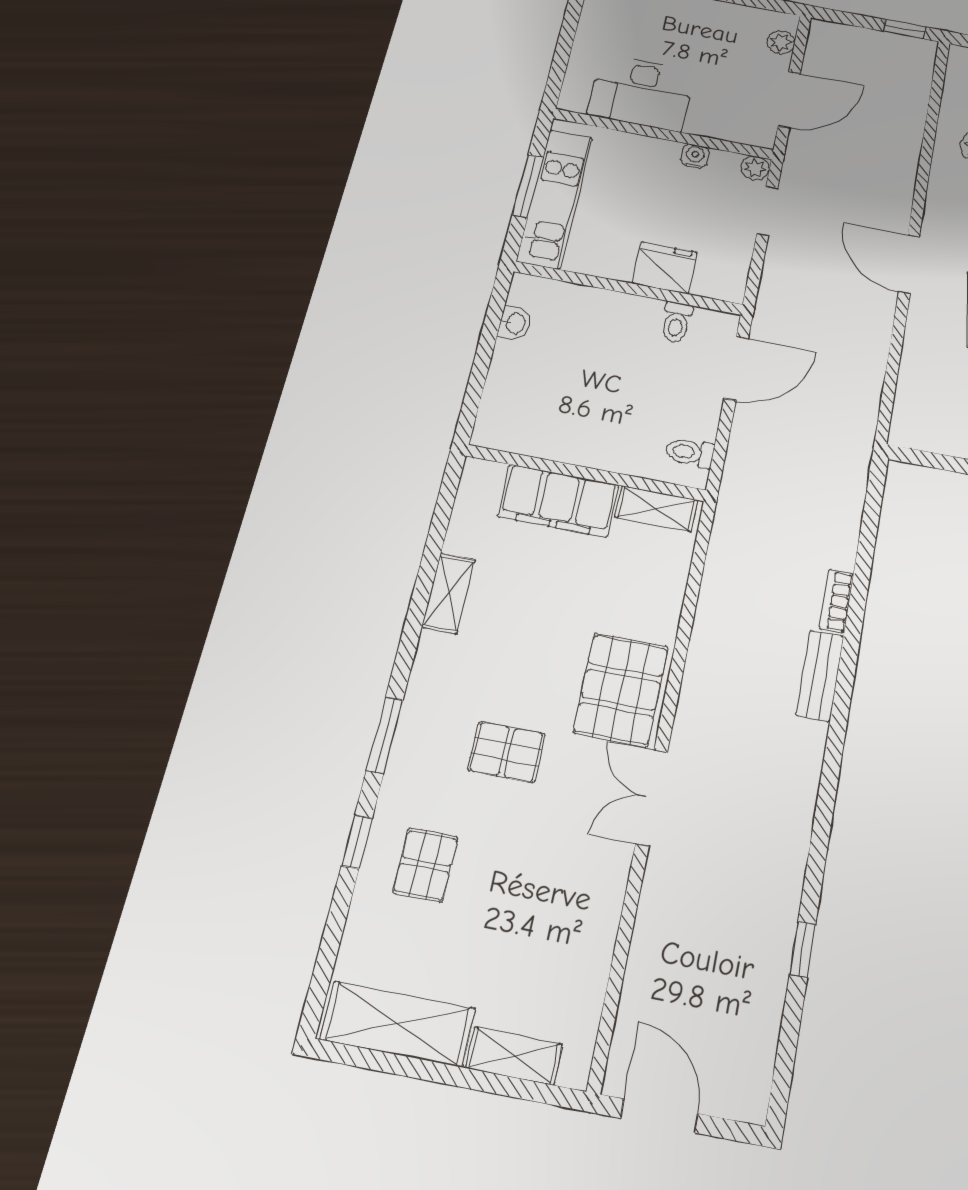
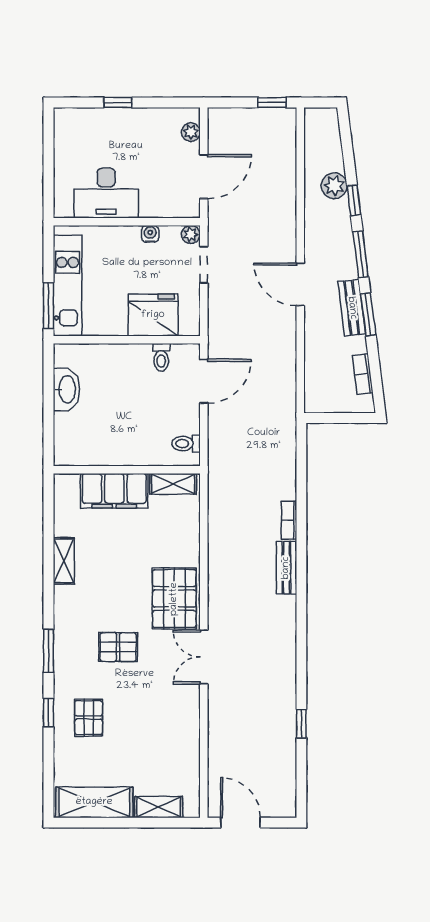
window: (528, 186) -> (48, 306), moved
fridge: (665, 268) -> (153, 315), width x1.36, depth x1.34
washbasin: (515, 323) -> (66, 389), width x1.91, depth x1.45

